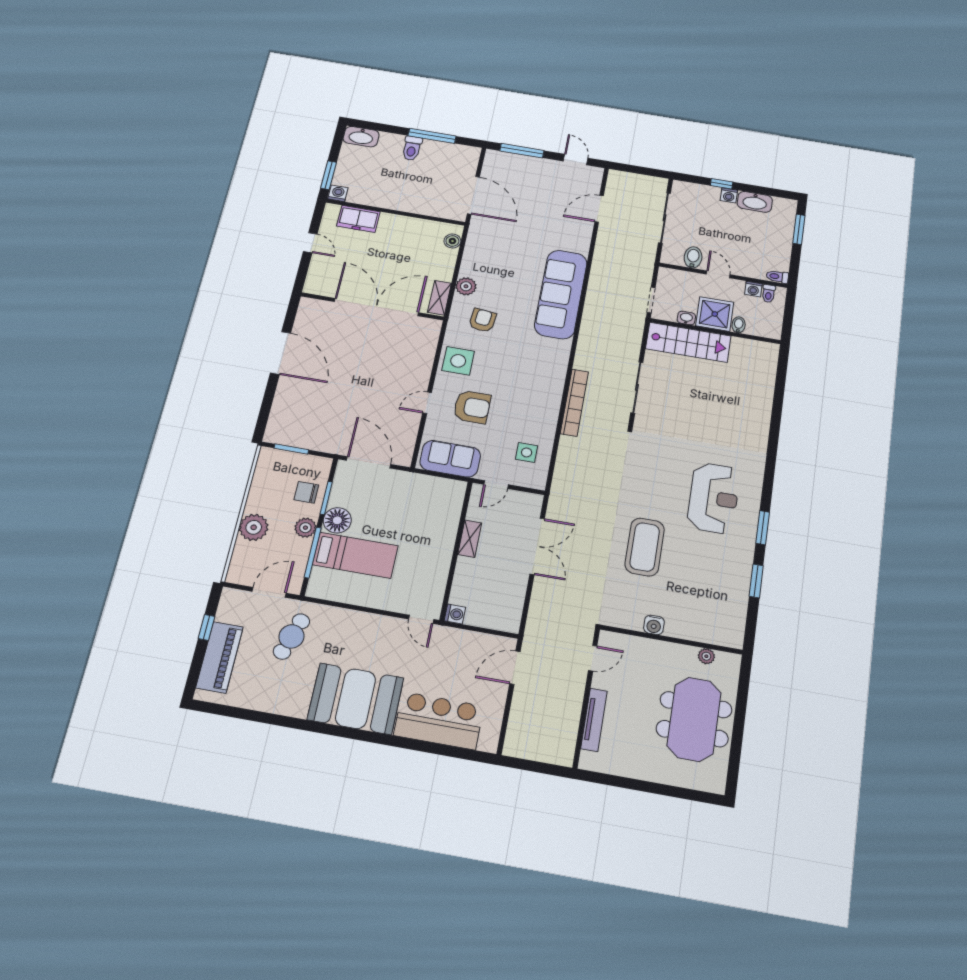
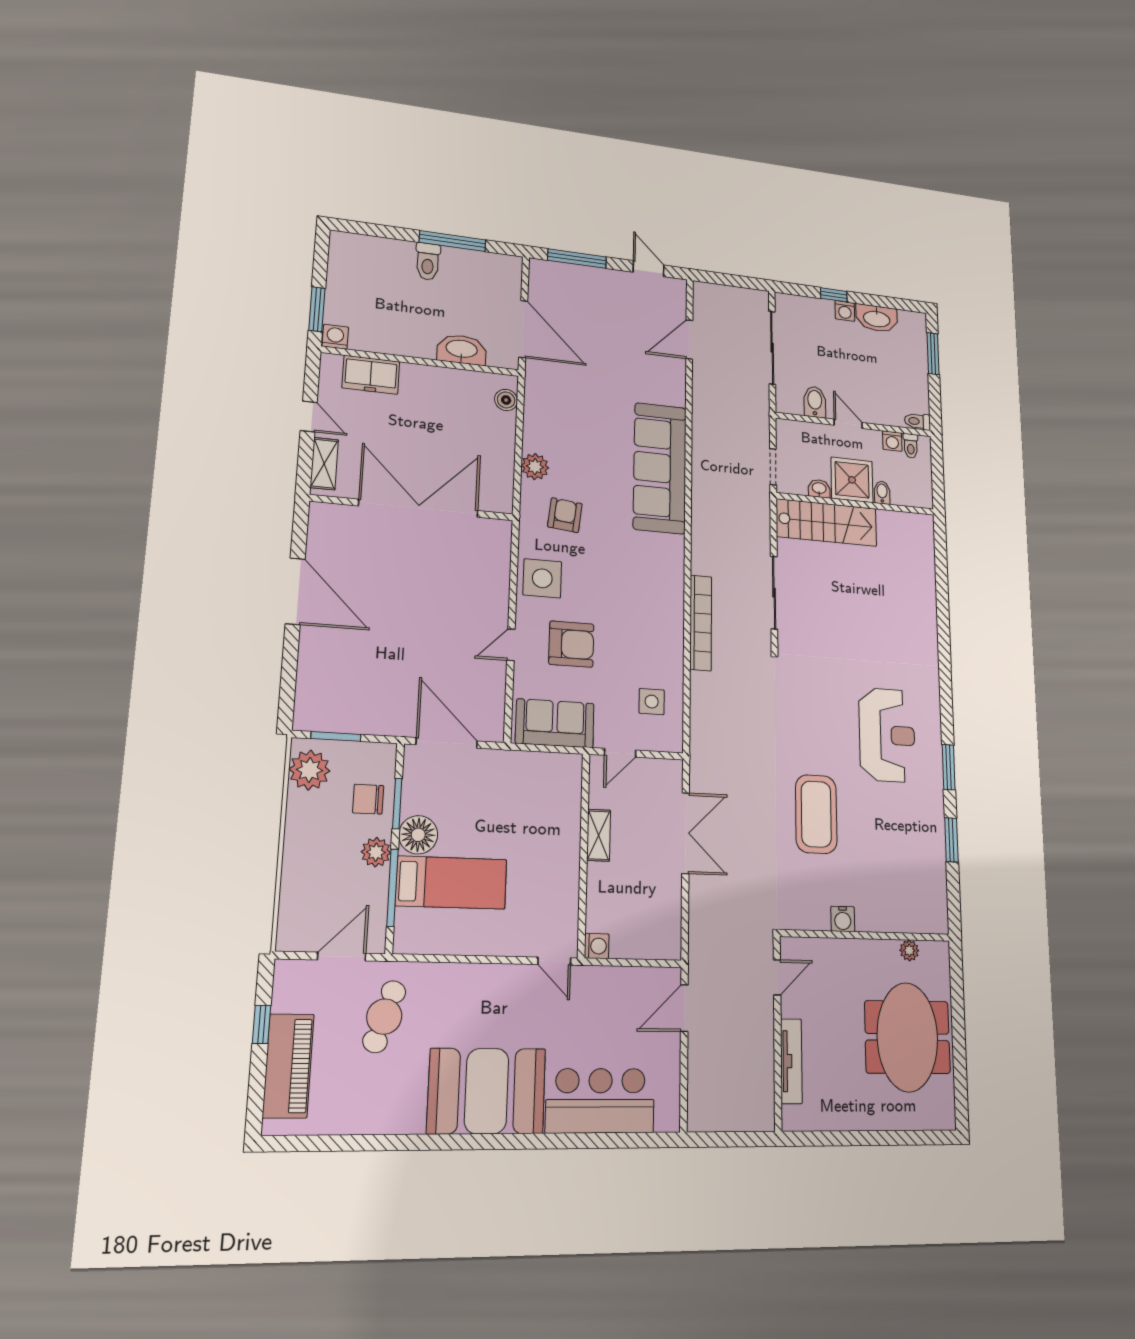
washbasin: (361, 137) -> (462, 350), moved, turned 180
shelving: (440, 298) -> (324, 464), moved
plant: (254, 527) -> (310, 770), moved

